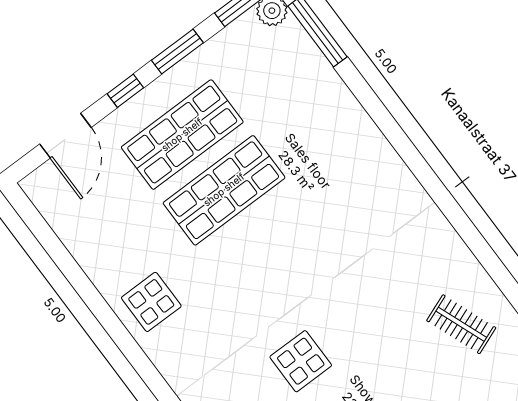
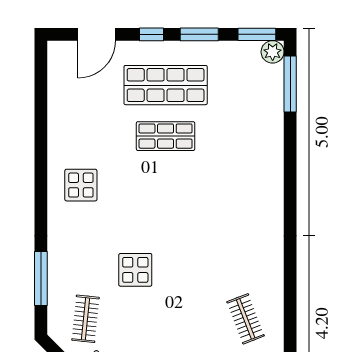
shop shelf: (224, 190) -> (166, 136), width x0.70, depth x0.74
display table: (151, 302) -> (81, 185), moved

